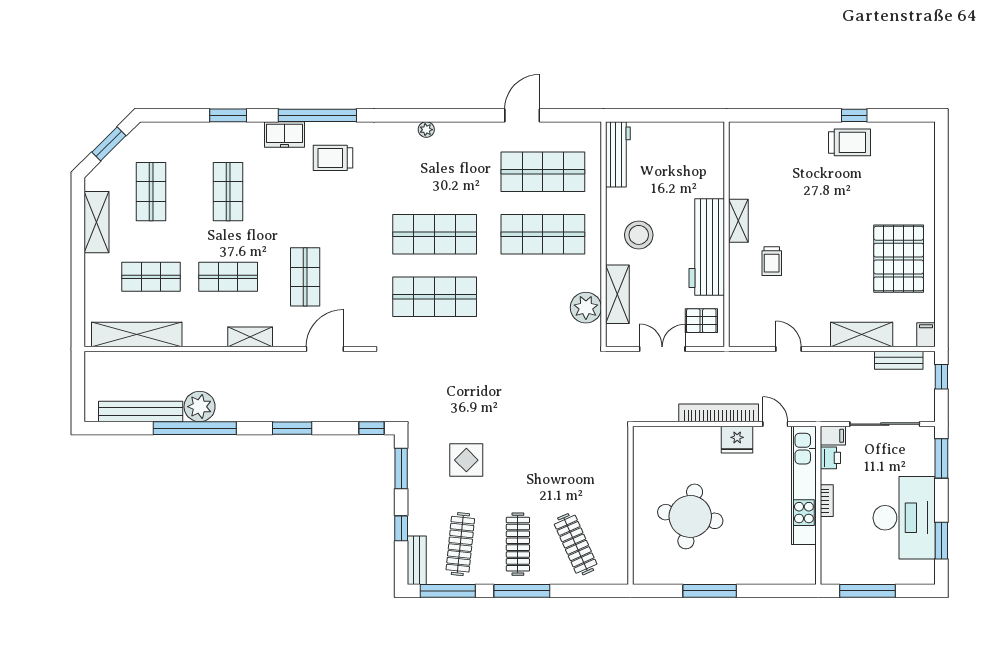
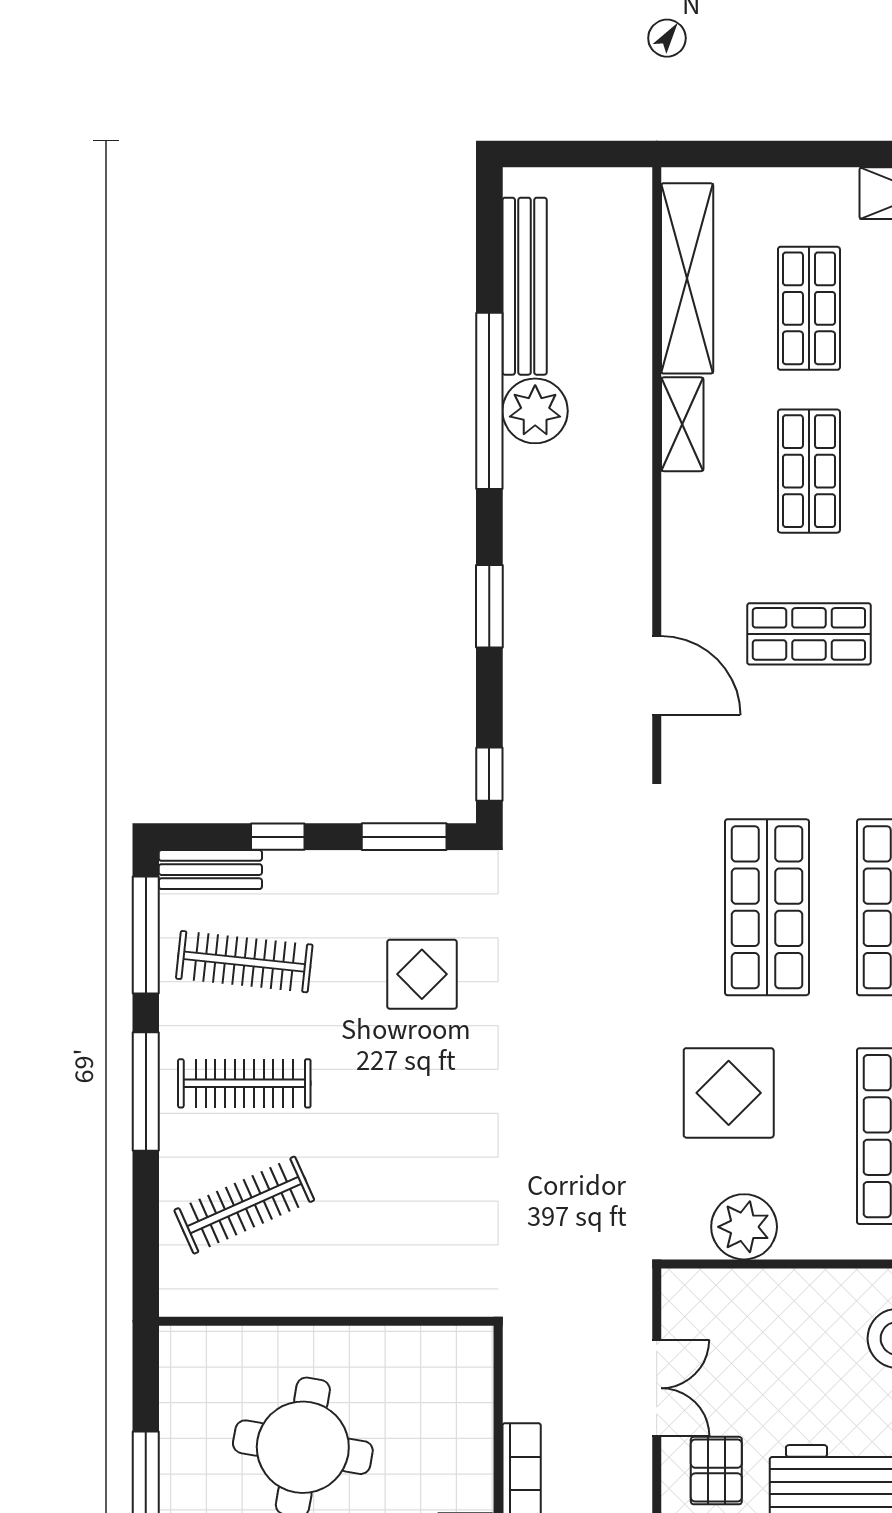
shelving: (617, 294) -> (772, 1293), removed
display table: (522, 315) -> (729, 1093), added
shelving: (250, 337) -> (682, 424), moved

